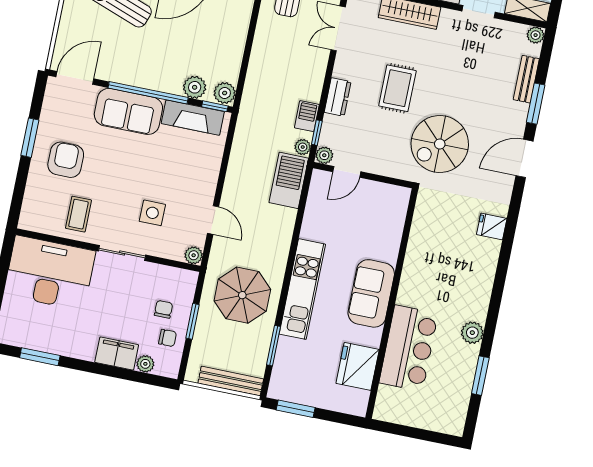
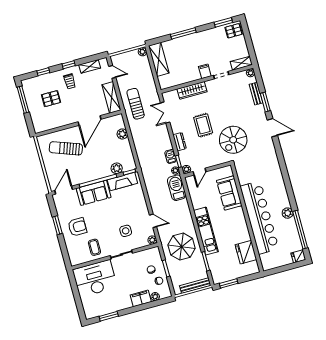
plant: (225, 93) -> (122, 134), moved
door: (524, 158) -> (272, 128), swing flipped
armchair: (66, 160) -> (77, 227), turned 90
fridge: (492, 226) -> (298, 256), moved
sofa: (371, 293) -> (229, 193), moved
bar counter: (409, 348) -> (259, 218), width x1.86
window: (480, 376) -> (300, 230), width x2.11

